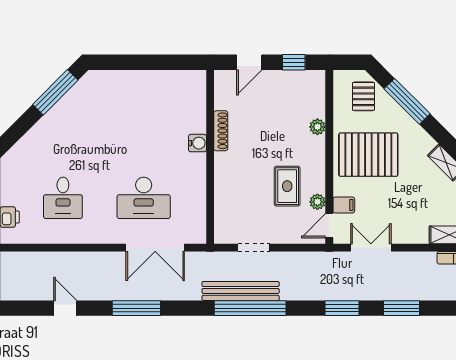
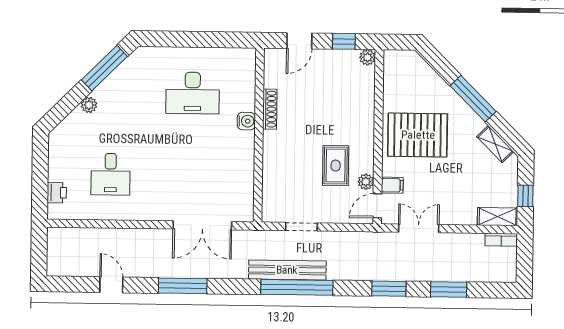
pallet: (364, 96) -> (413, 77), removed
window: (407, 101) -> (473, 99), moved
plant: (317, 127) -> (367, 57), moved
plant: (40, 129) -> (89, 105), added
desk: (144, 198) -> (193, 93), moved

